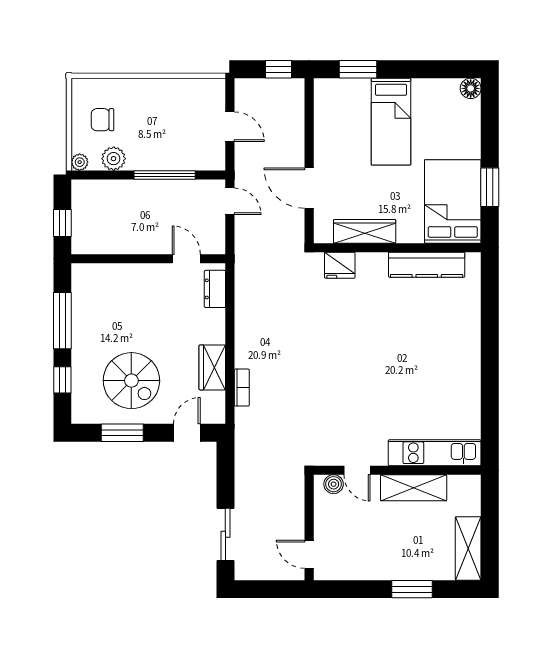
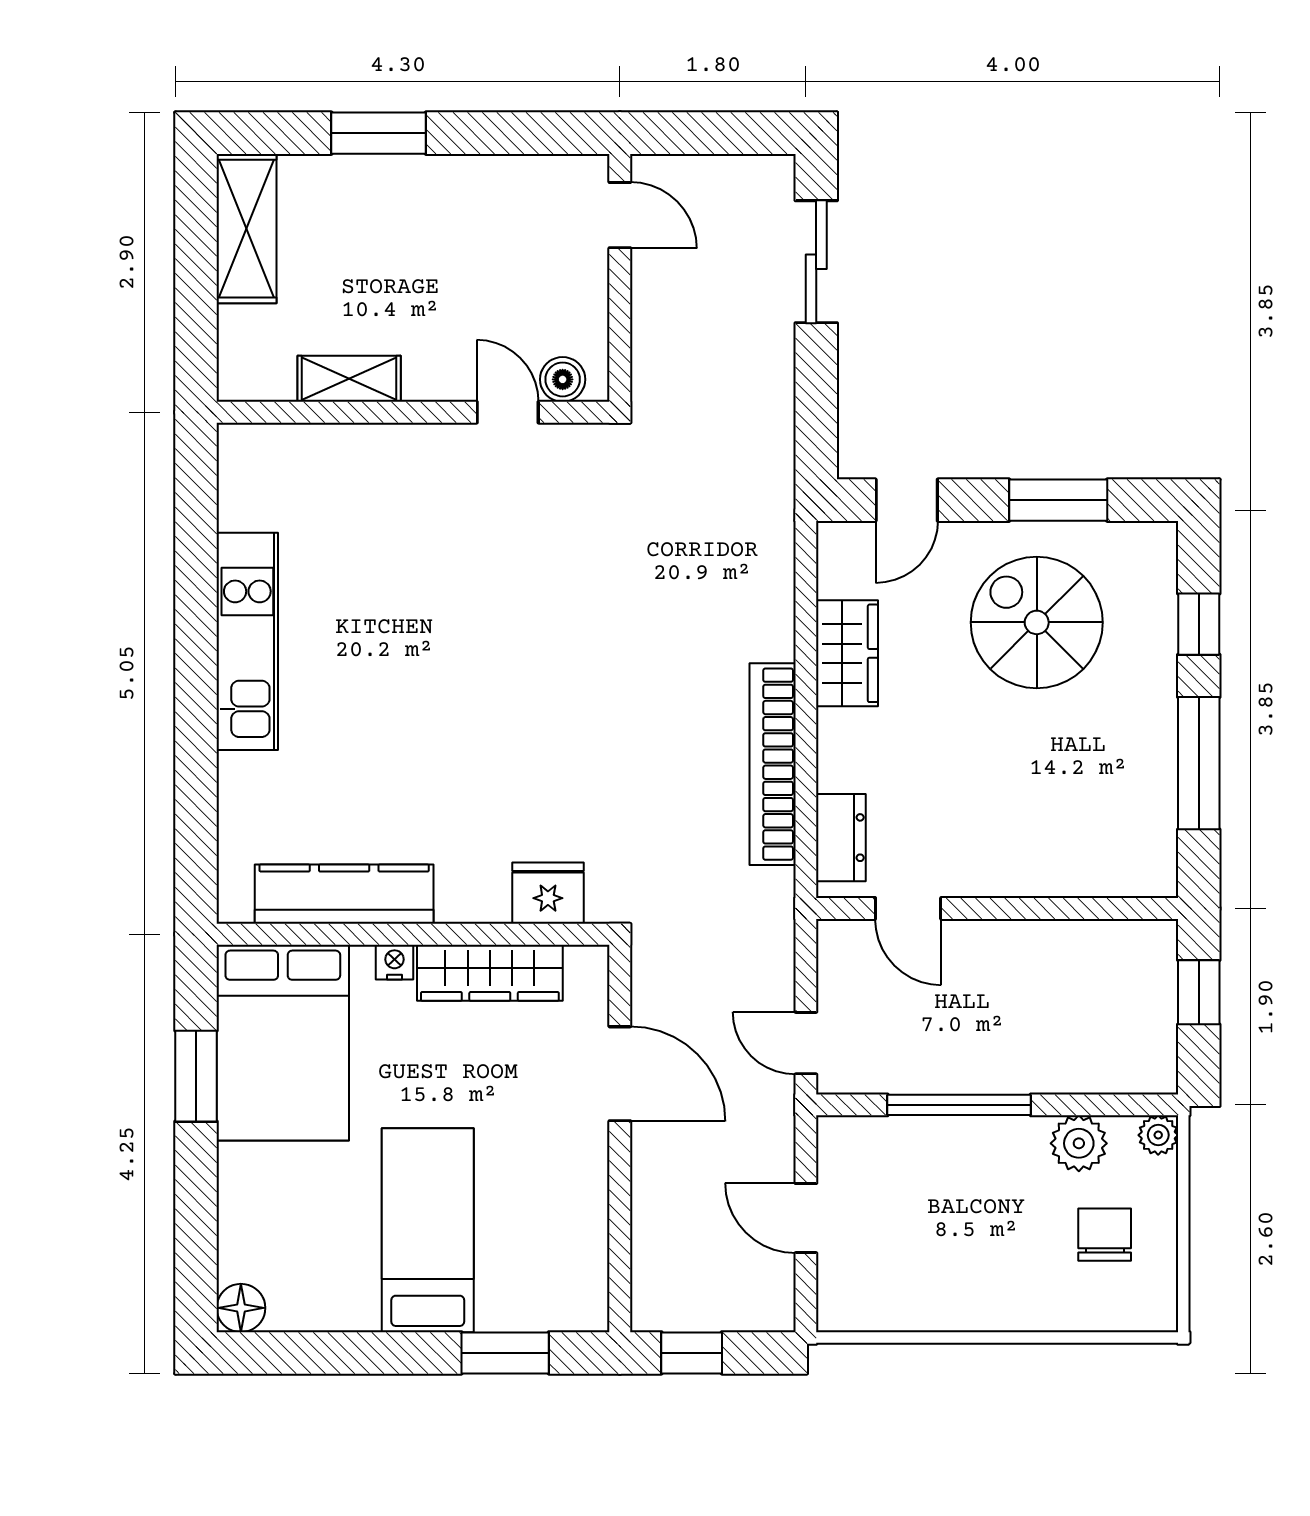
chair: (102, 120) -> (1105, 1235), turned -90
nightstand: (405, 236) -> (394, 962), added
bookcase: (242, 388) -> (773, 764), moved, width x2.31, depth x1.31
kitchen unit: (435, 453) -> (247, 641), moved, turned -90
shelving: (414, 488) -> (349, 379), width x0.67, depth x0.75

